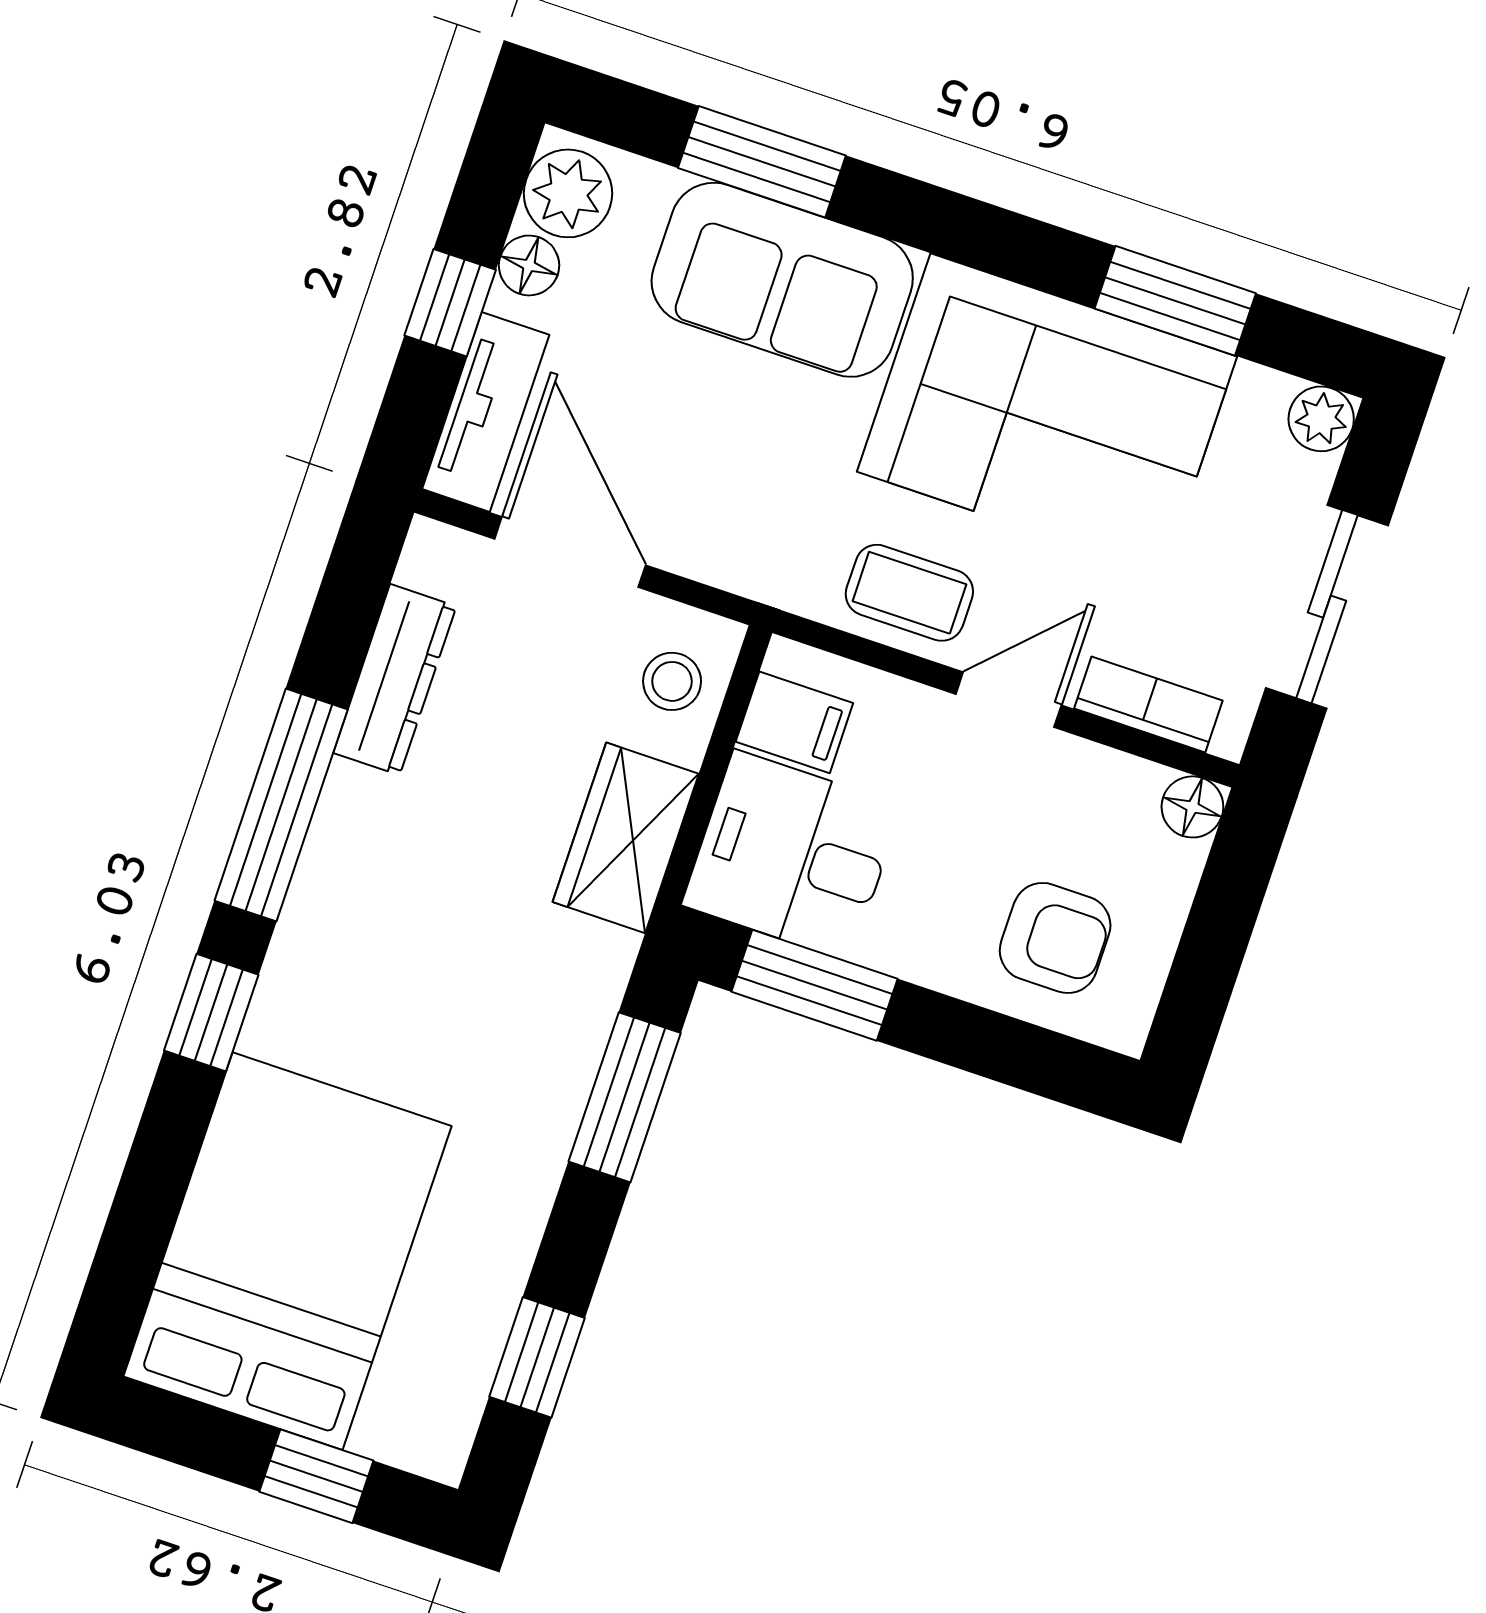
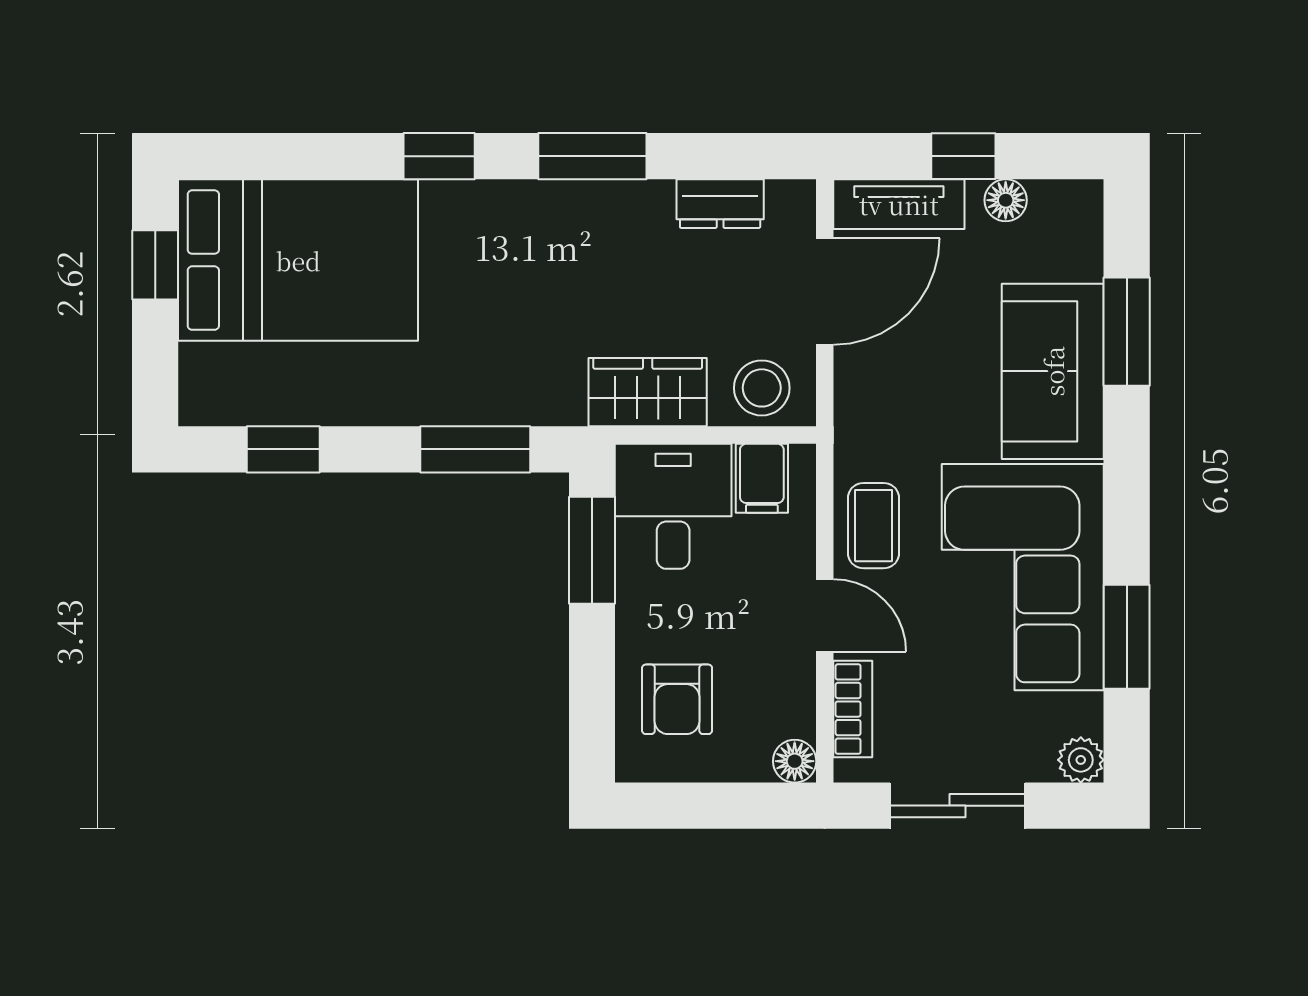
plant: (568, 193) -> (1062, 210), removed
dresser: (395, 680) -> (720, 204), width x0.70
stool: (672, 681) -> (762, 388), width x1.37, depth x1.37
window: (281, 805) -> (592, 156), width x0.69
window: (316, 1476) -> (155, 265), moved

